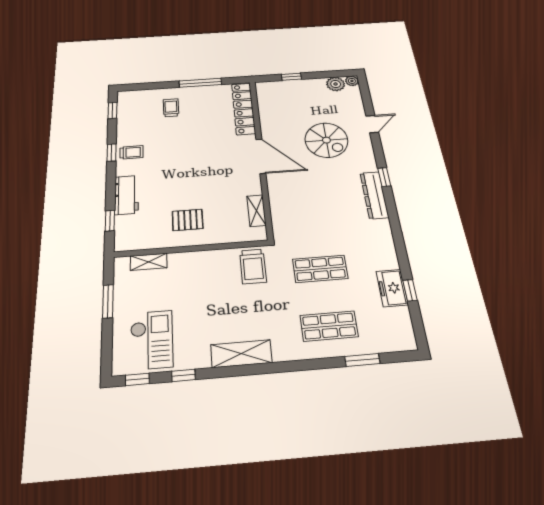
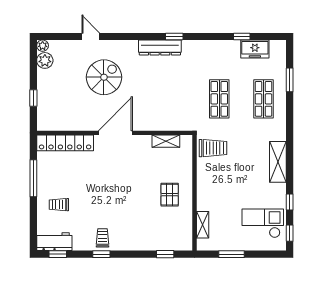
window: (384, 177) -> (174, 36), moved
workbench: (126, 195) -> (54, 242), moved
freezer: (392, 288) -> (255, 49), moved

